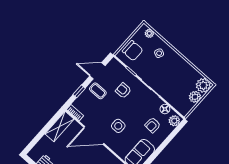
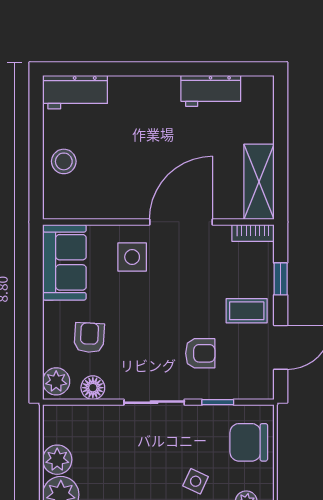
side table: (118, 126) -> (132, 257), moved

